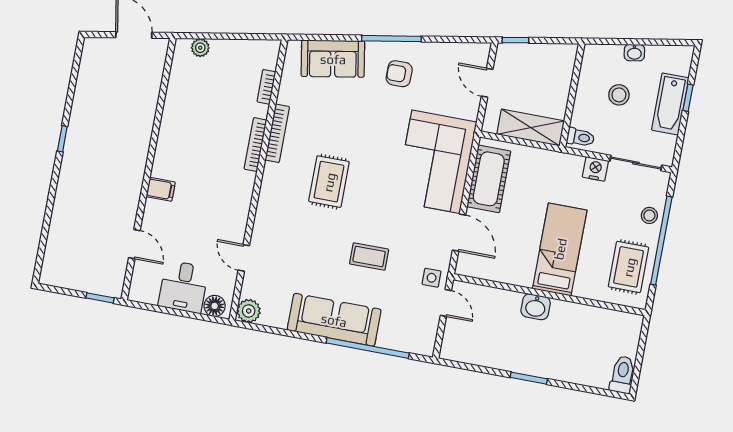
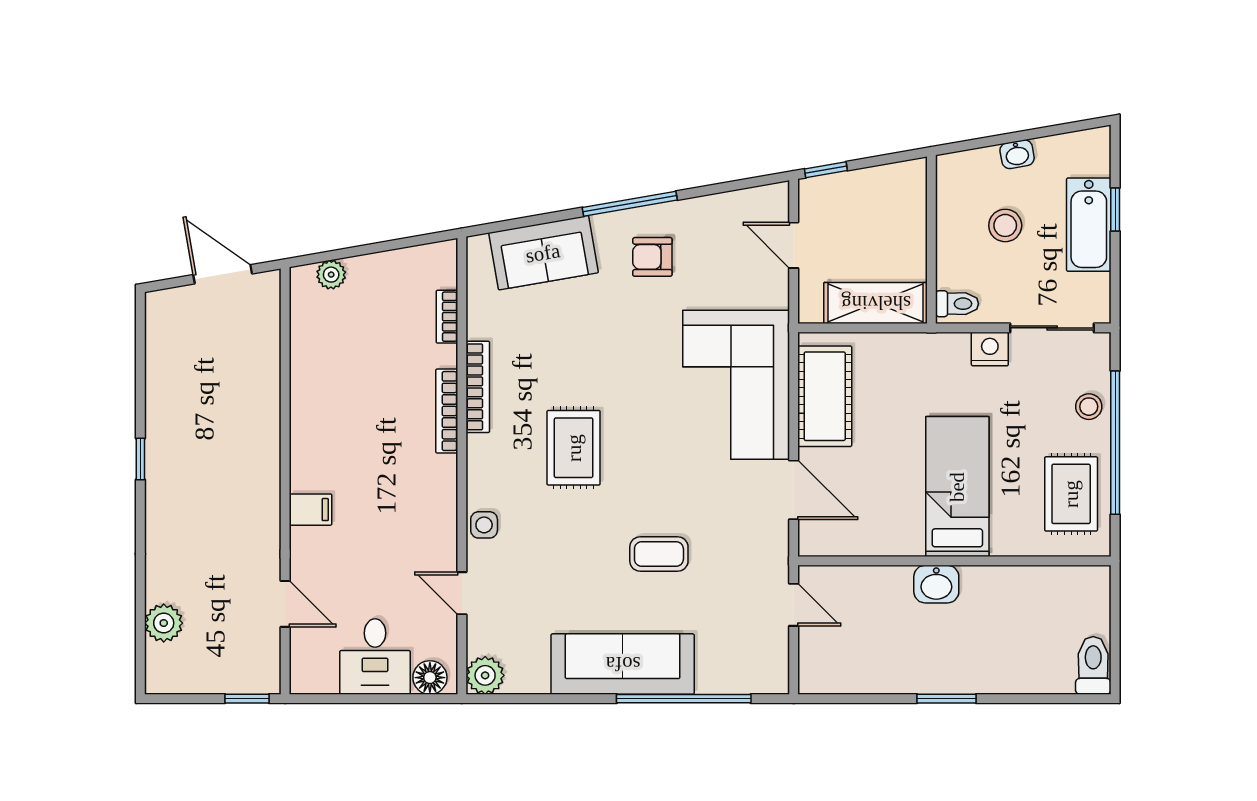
plant: (58, 242) -> (164, 623), added
side table: (432, 278) -> (484, 525), moved

